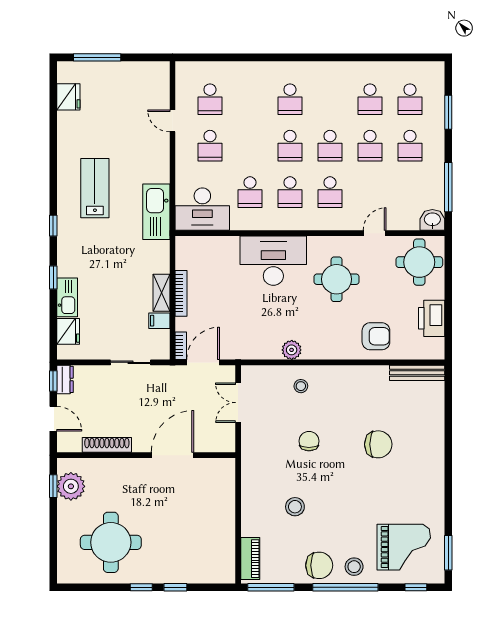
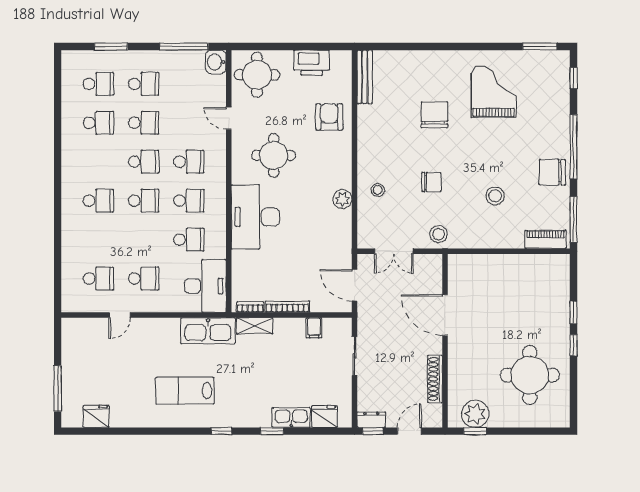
shelving: (161, 293) -> (255, 326), moved
bookcase: (181, 346) -> (250, 307), moved
chair: (309, 441) -> (431, 182), turned 180
grand piano: (404, 547) -> (494, 92), moved
chair: (319, 565) -> (552, 172), turned -90
stool: (354, 567) -> (439, 234), moved

